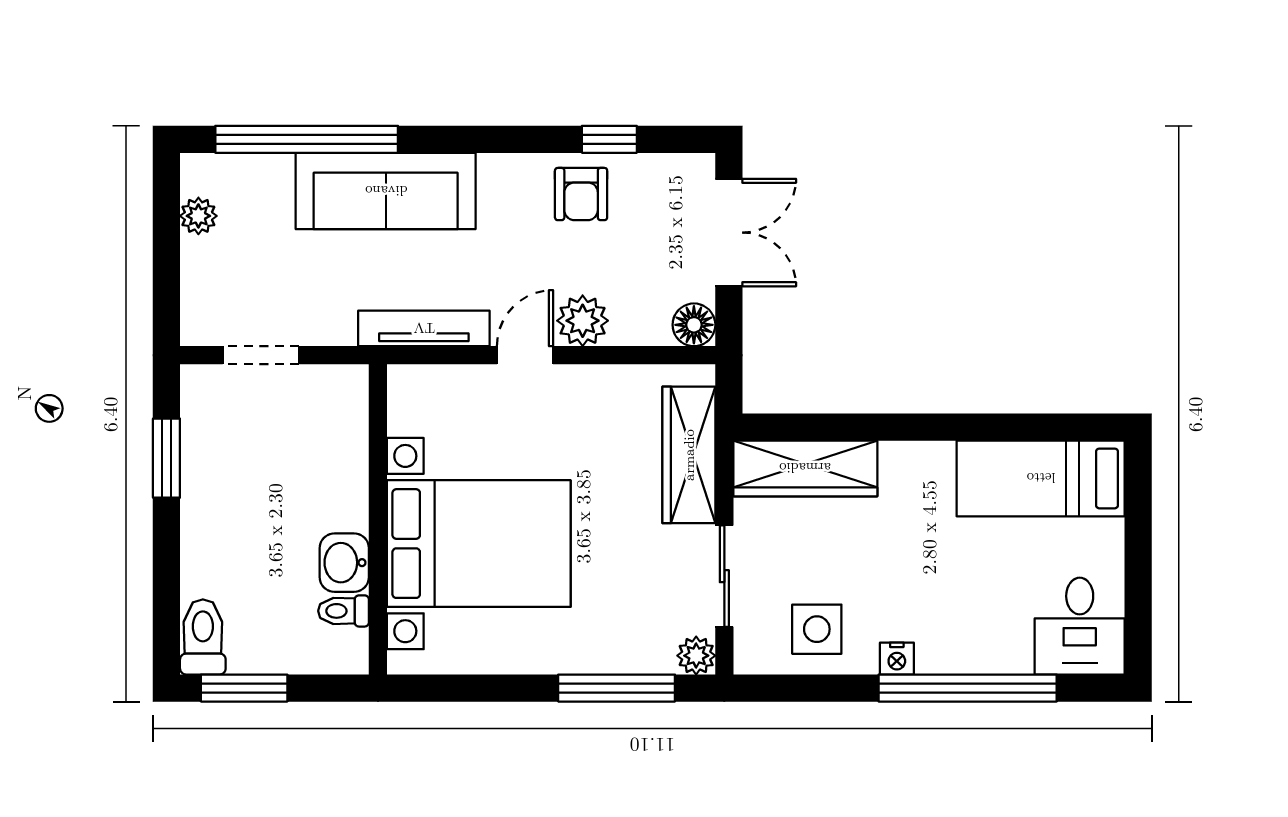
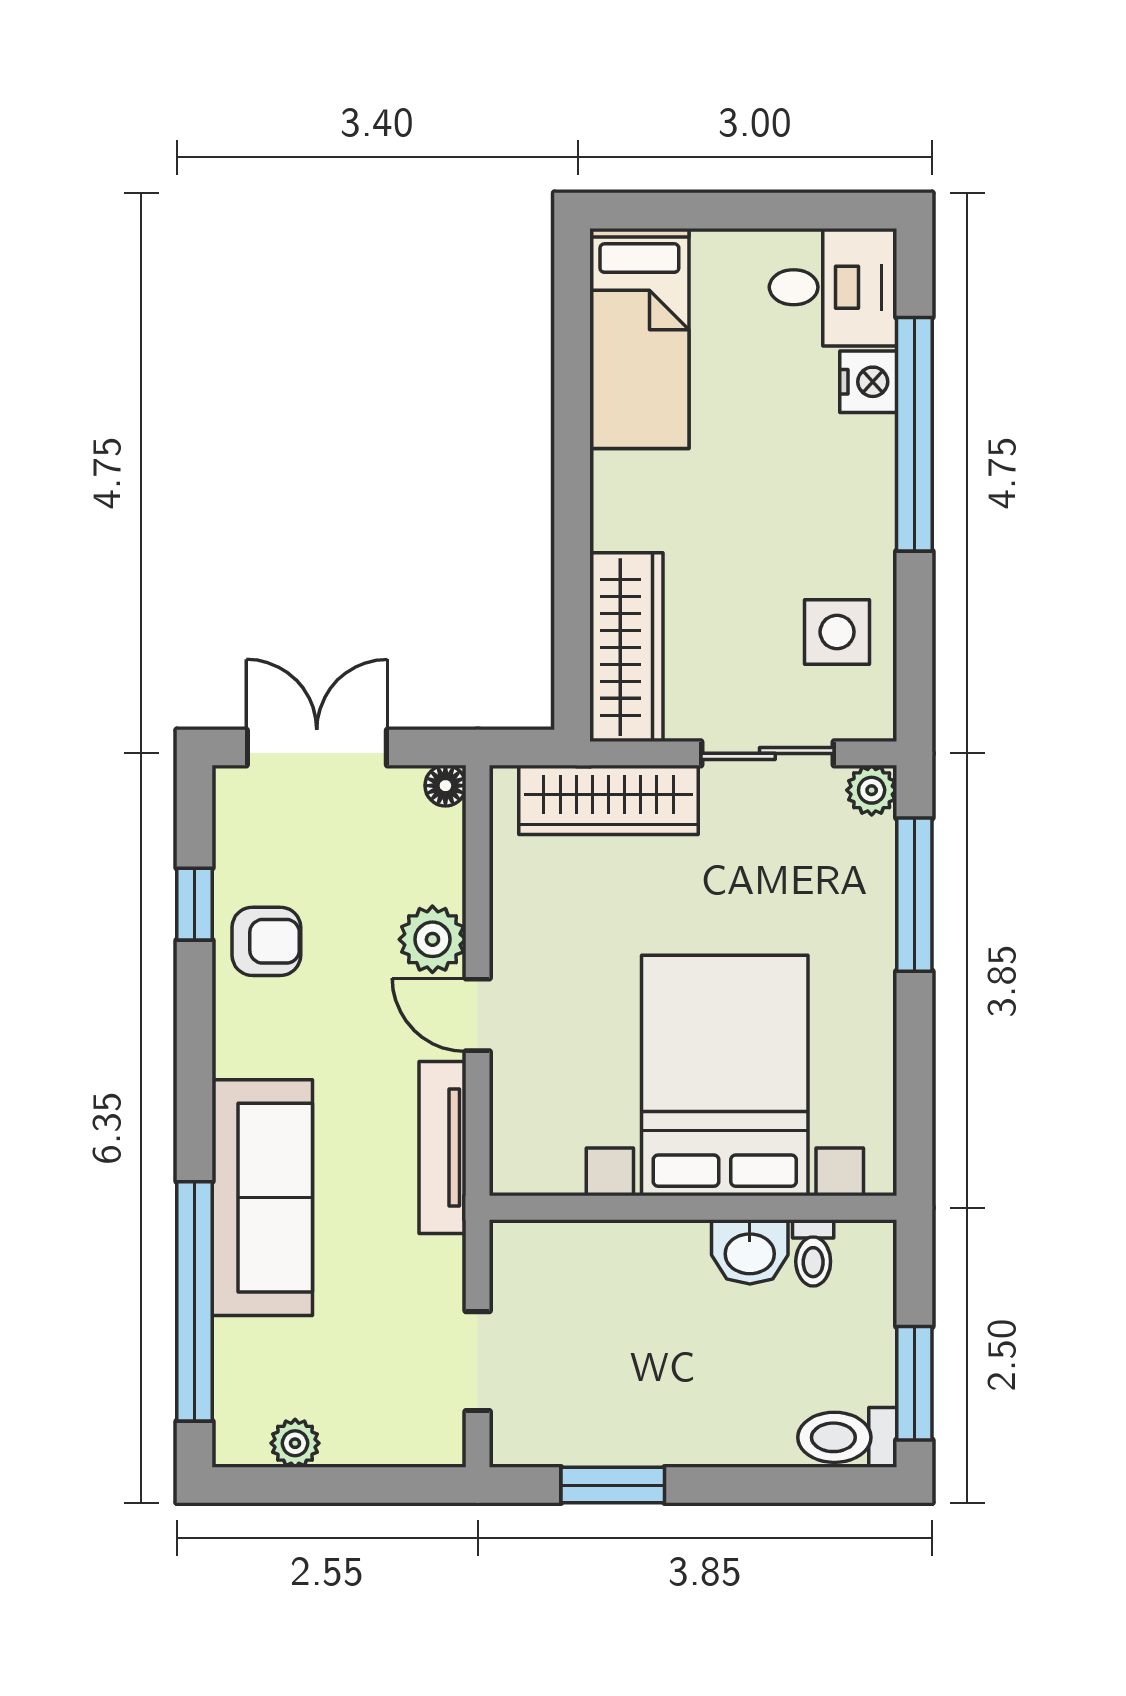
floor lamp: (694, 325) -> (445, 786), width x0.73, depth x0.73
nightstand: (897, 659) -> (868, 382), moved, width x1.39, depth x1.35

